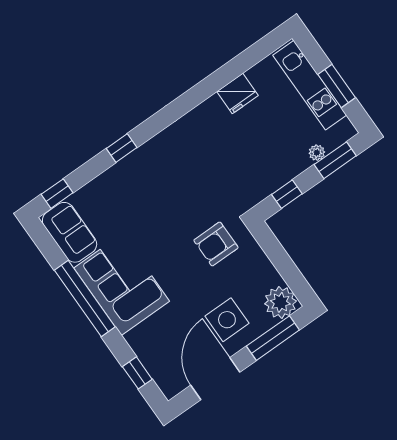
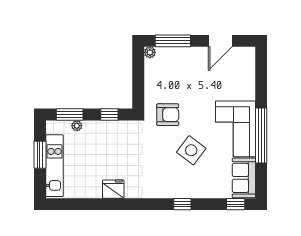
fridge: (238, 93) -> (113, 189), moved
plant: (280, 302) -> (150, 52), width x0.53, depth x0.53
side table: (227, 320) -> (191, 150), moved, turned 37
window: (137, 373) -> (261, 74), removed
door: (215, 379) -> (220, 41), width x0.73

